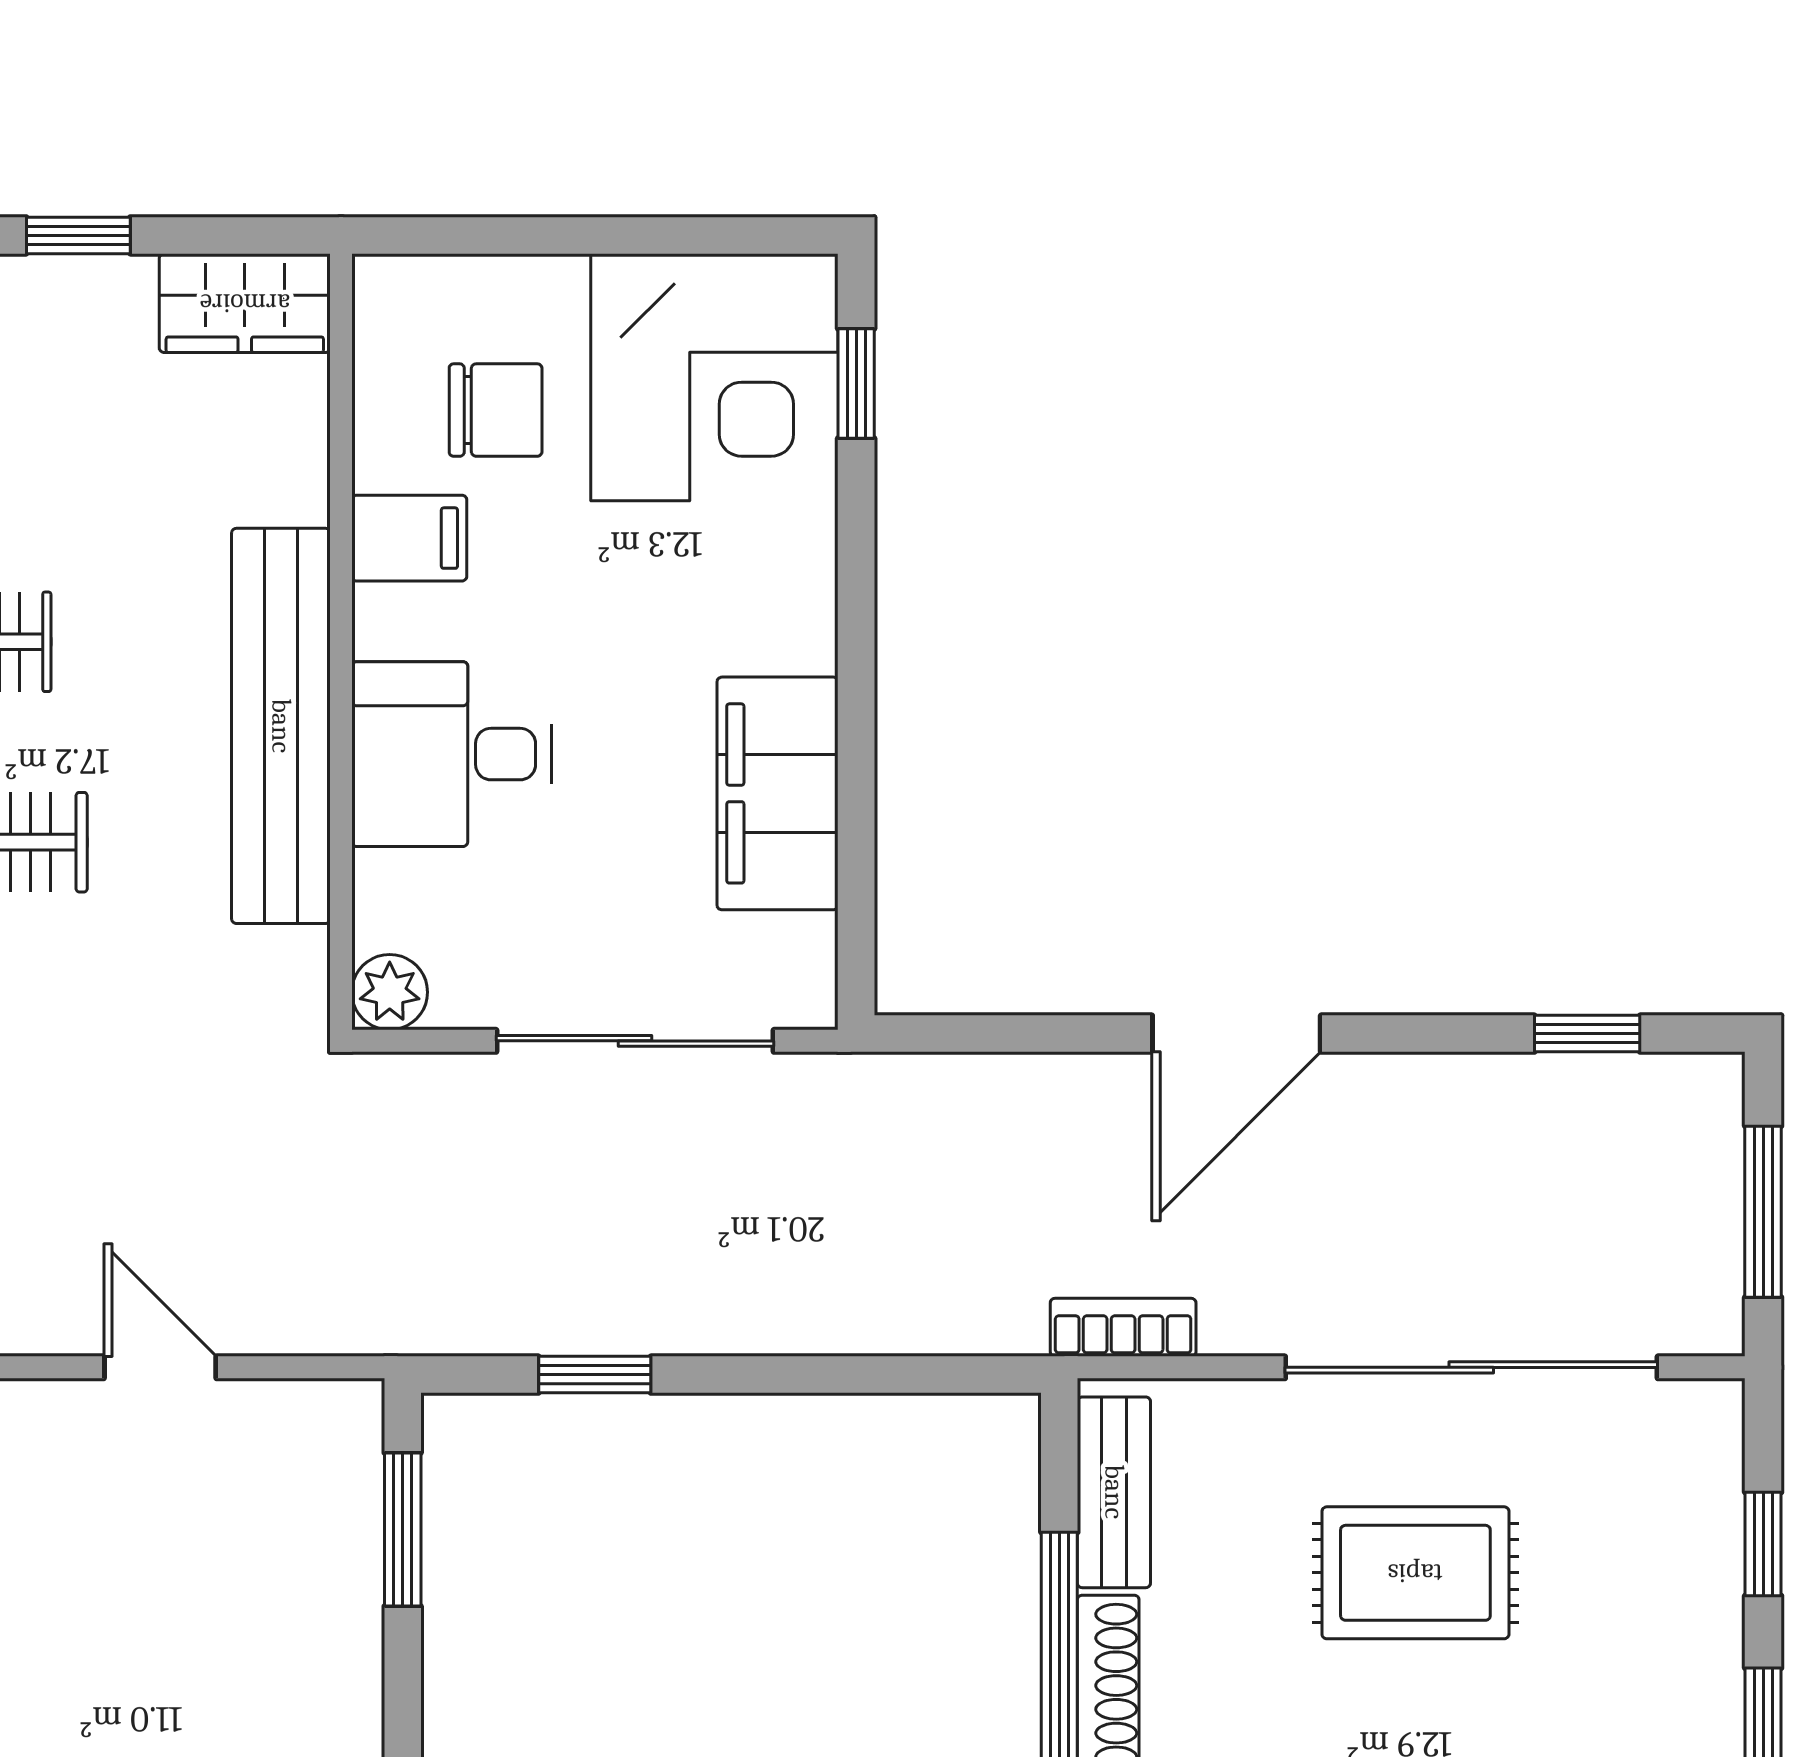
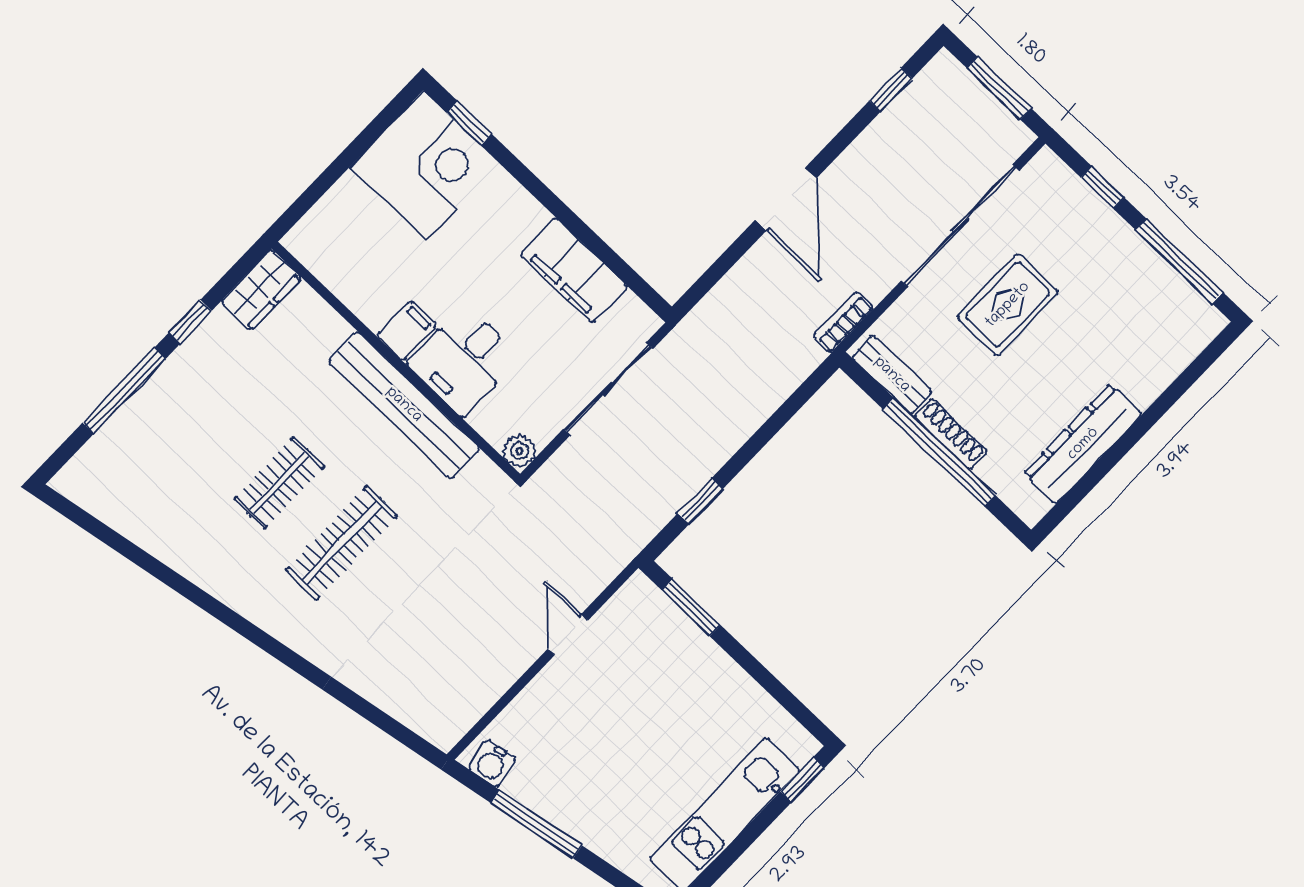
chair: (496, 410) -> (370, 244), removed
filing cabinet: (409, 538) -> (407, 331), moved
door: (160, 1367) -> (568, 635), hinge flipped

